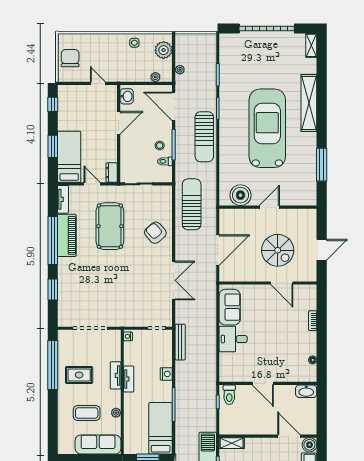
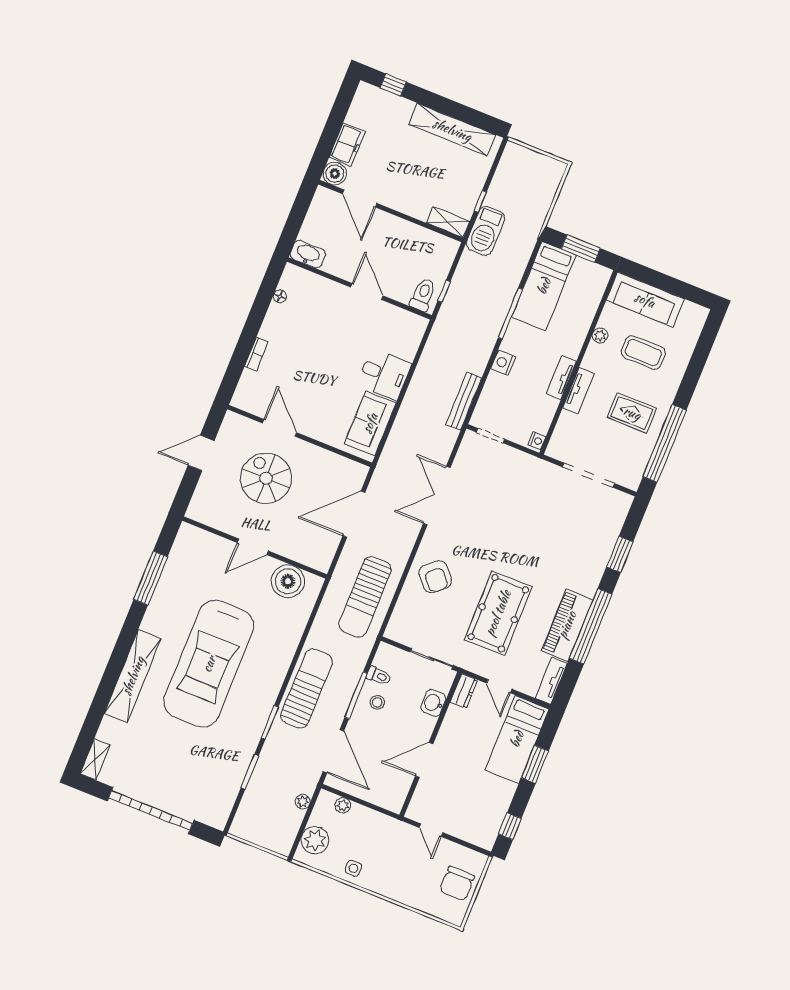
washbasin: (127, 96) -> (433, 703), moved

